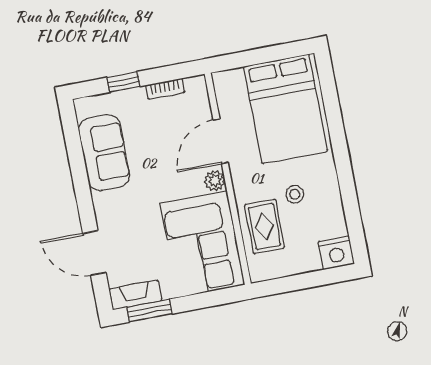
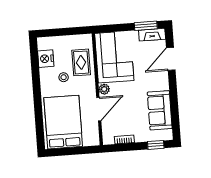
window: (123, 82) -> (156, 145), moved
door: (94, 253) -> (171, 59), swing flipped
nightstand: (336, 253) -> (46, 59), moved, turned -90

